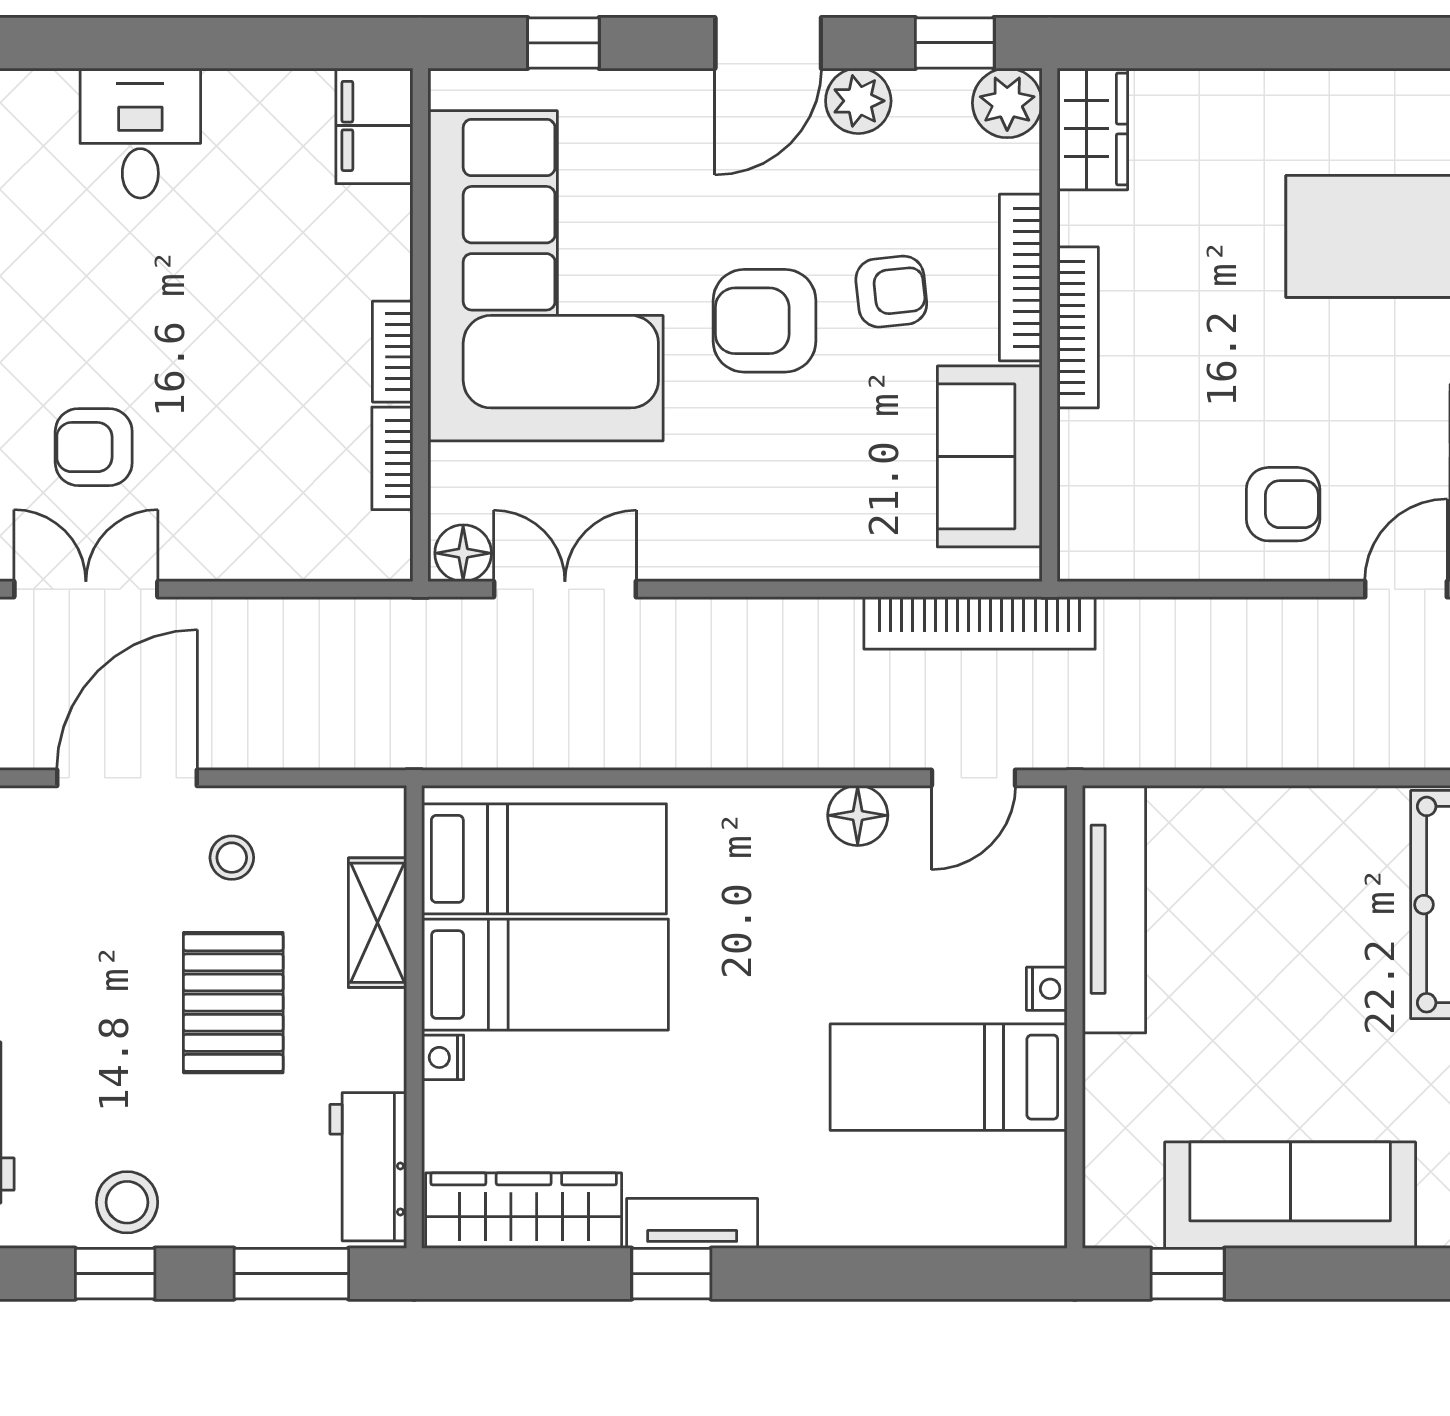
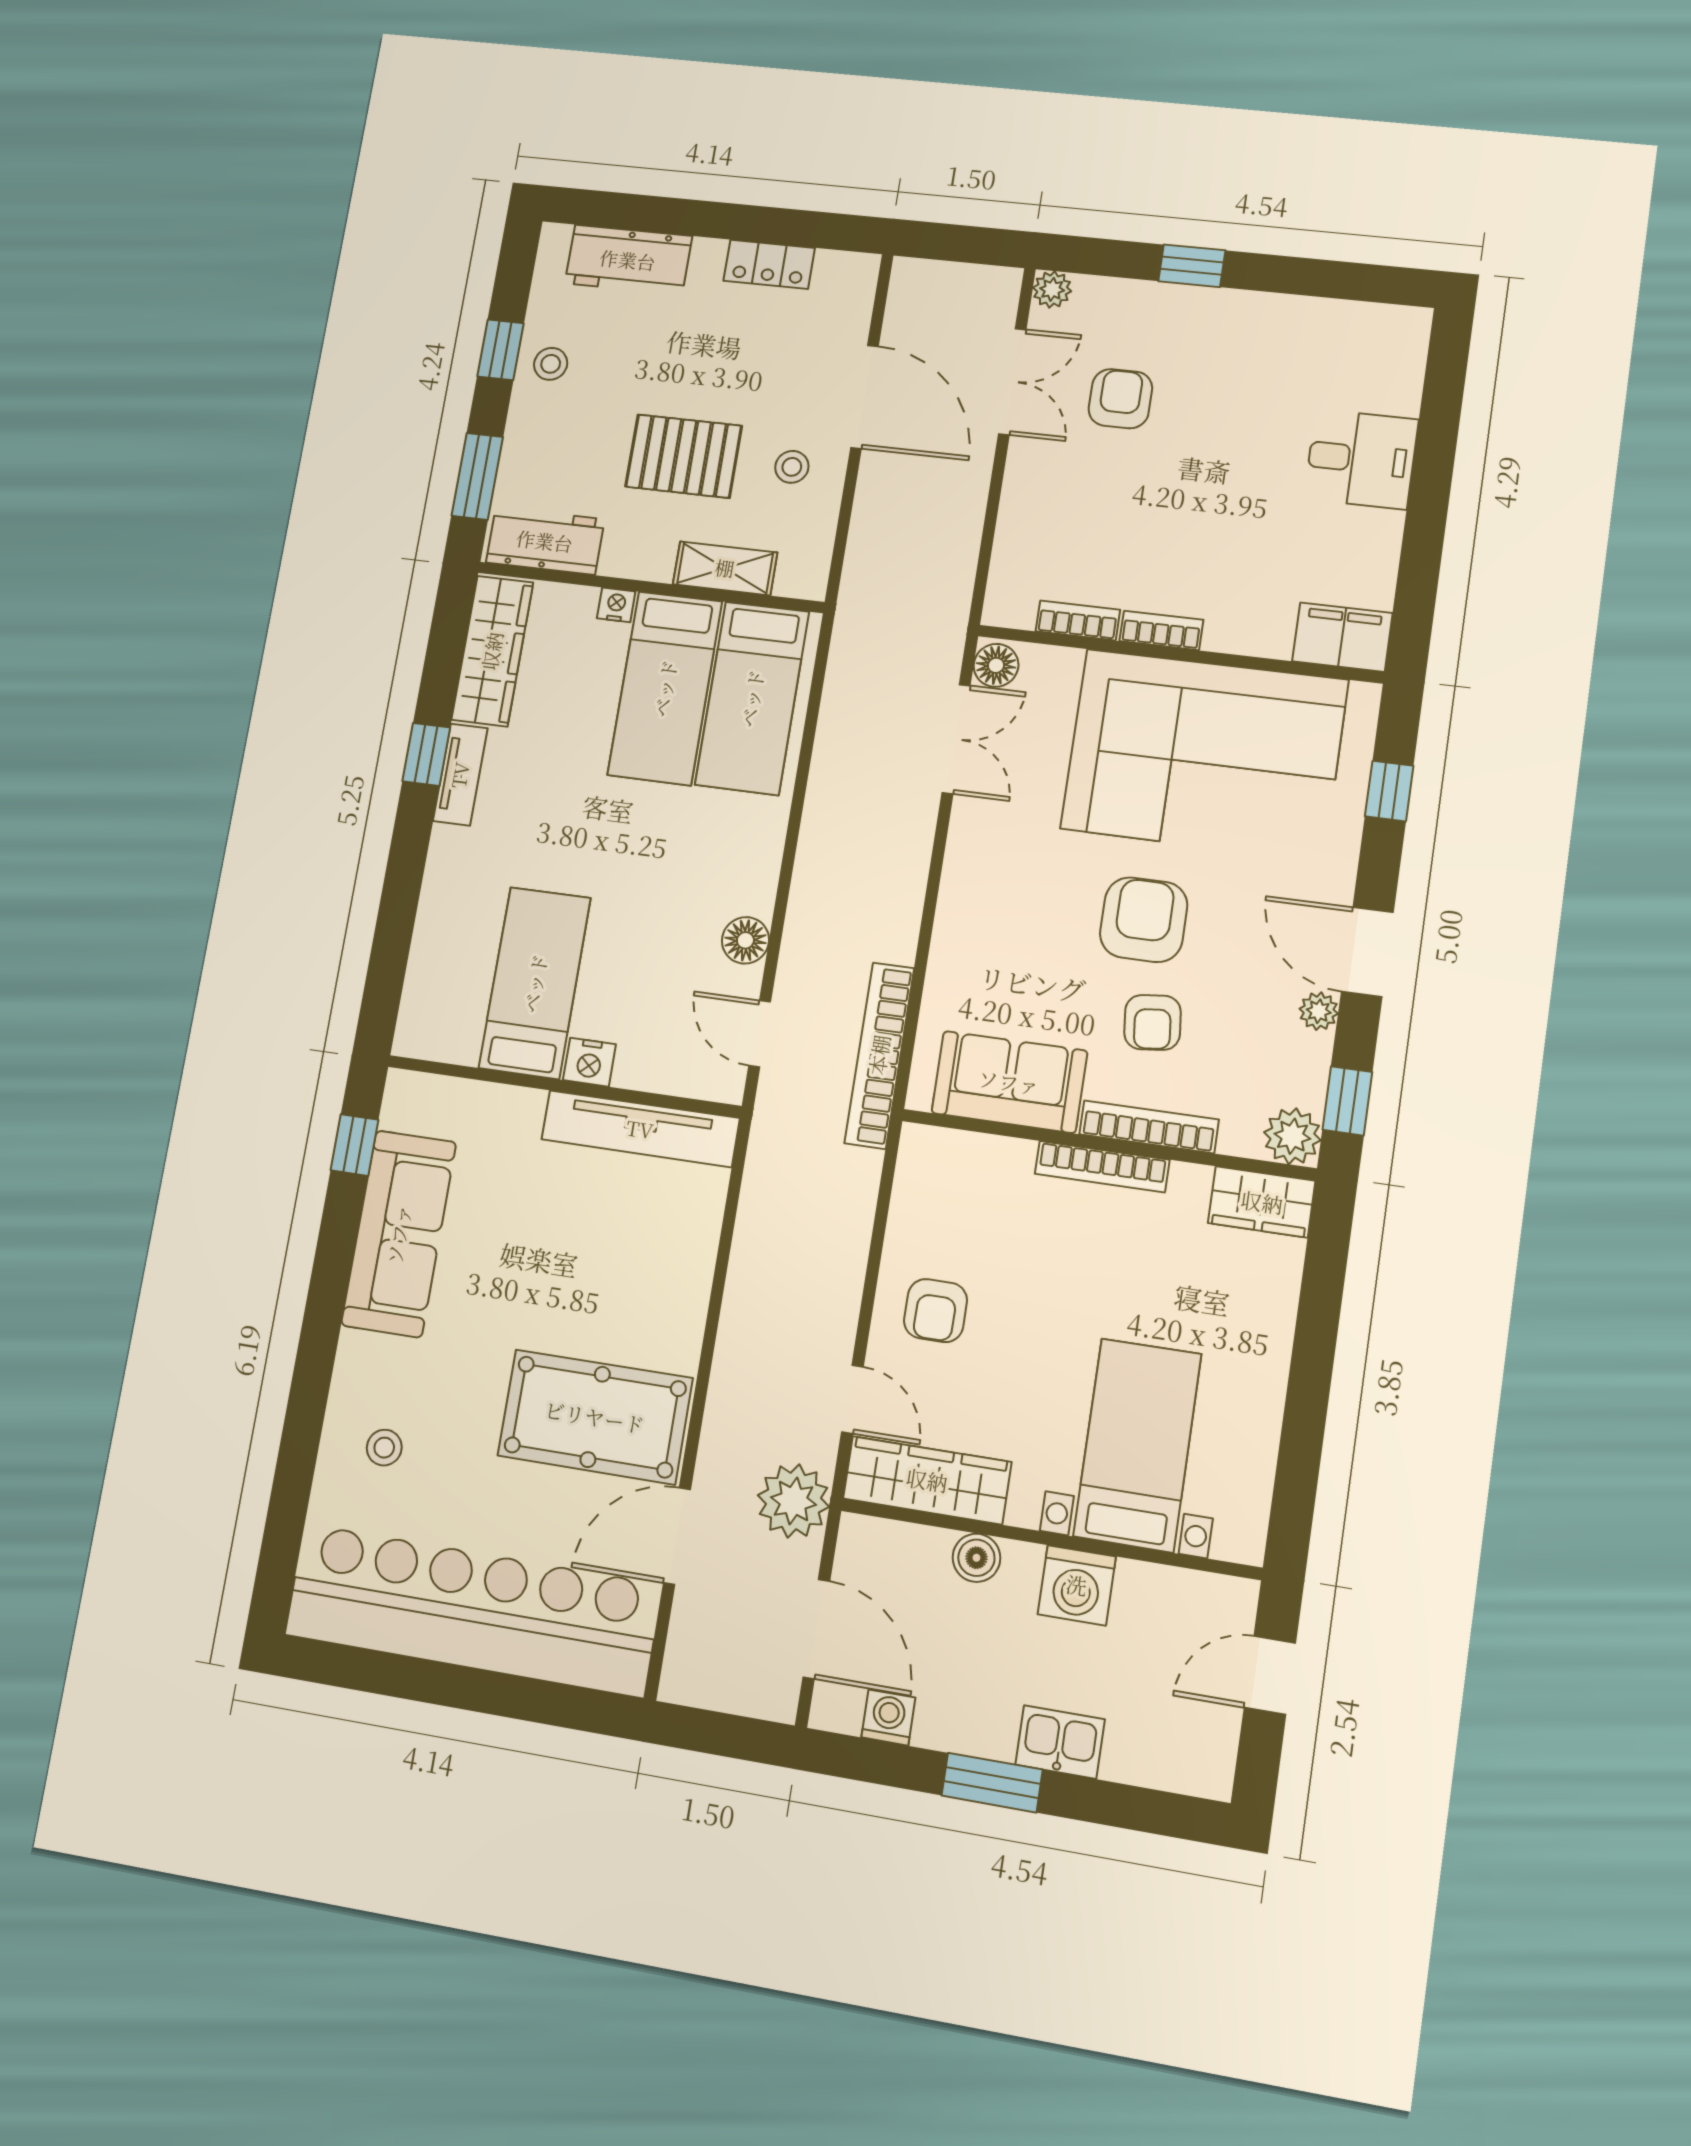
plant: (858, 101) -> (1319, 1011), width x0.73, depth x0.73
nightstand: (1047, 989) -> (589, 1062), width x1.39, depth x1.35
stool: (127, 1202) -> (551, 364), width x0.73, depth x0.73

